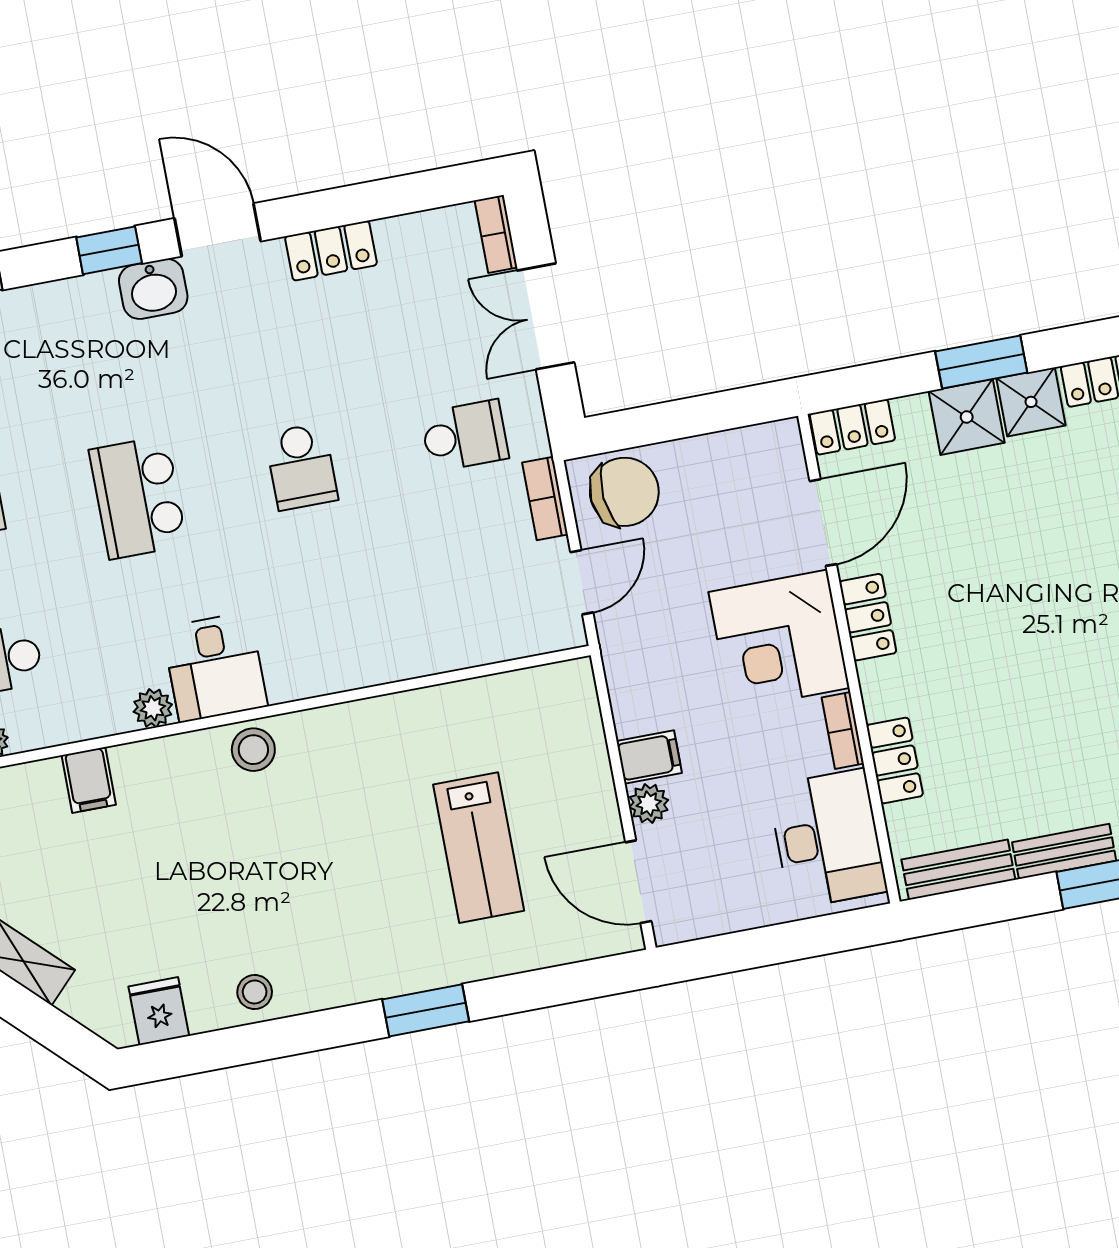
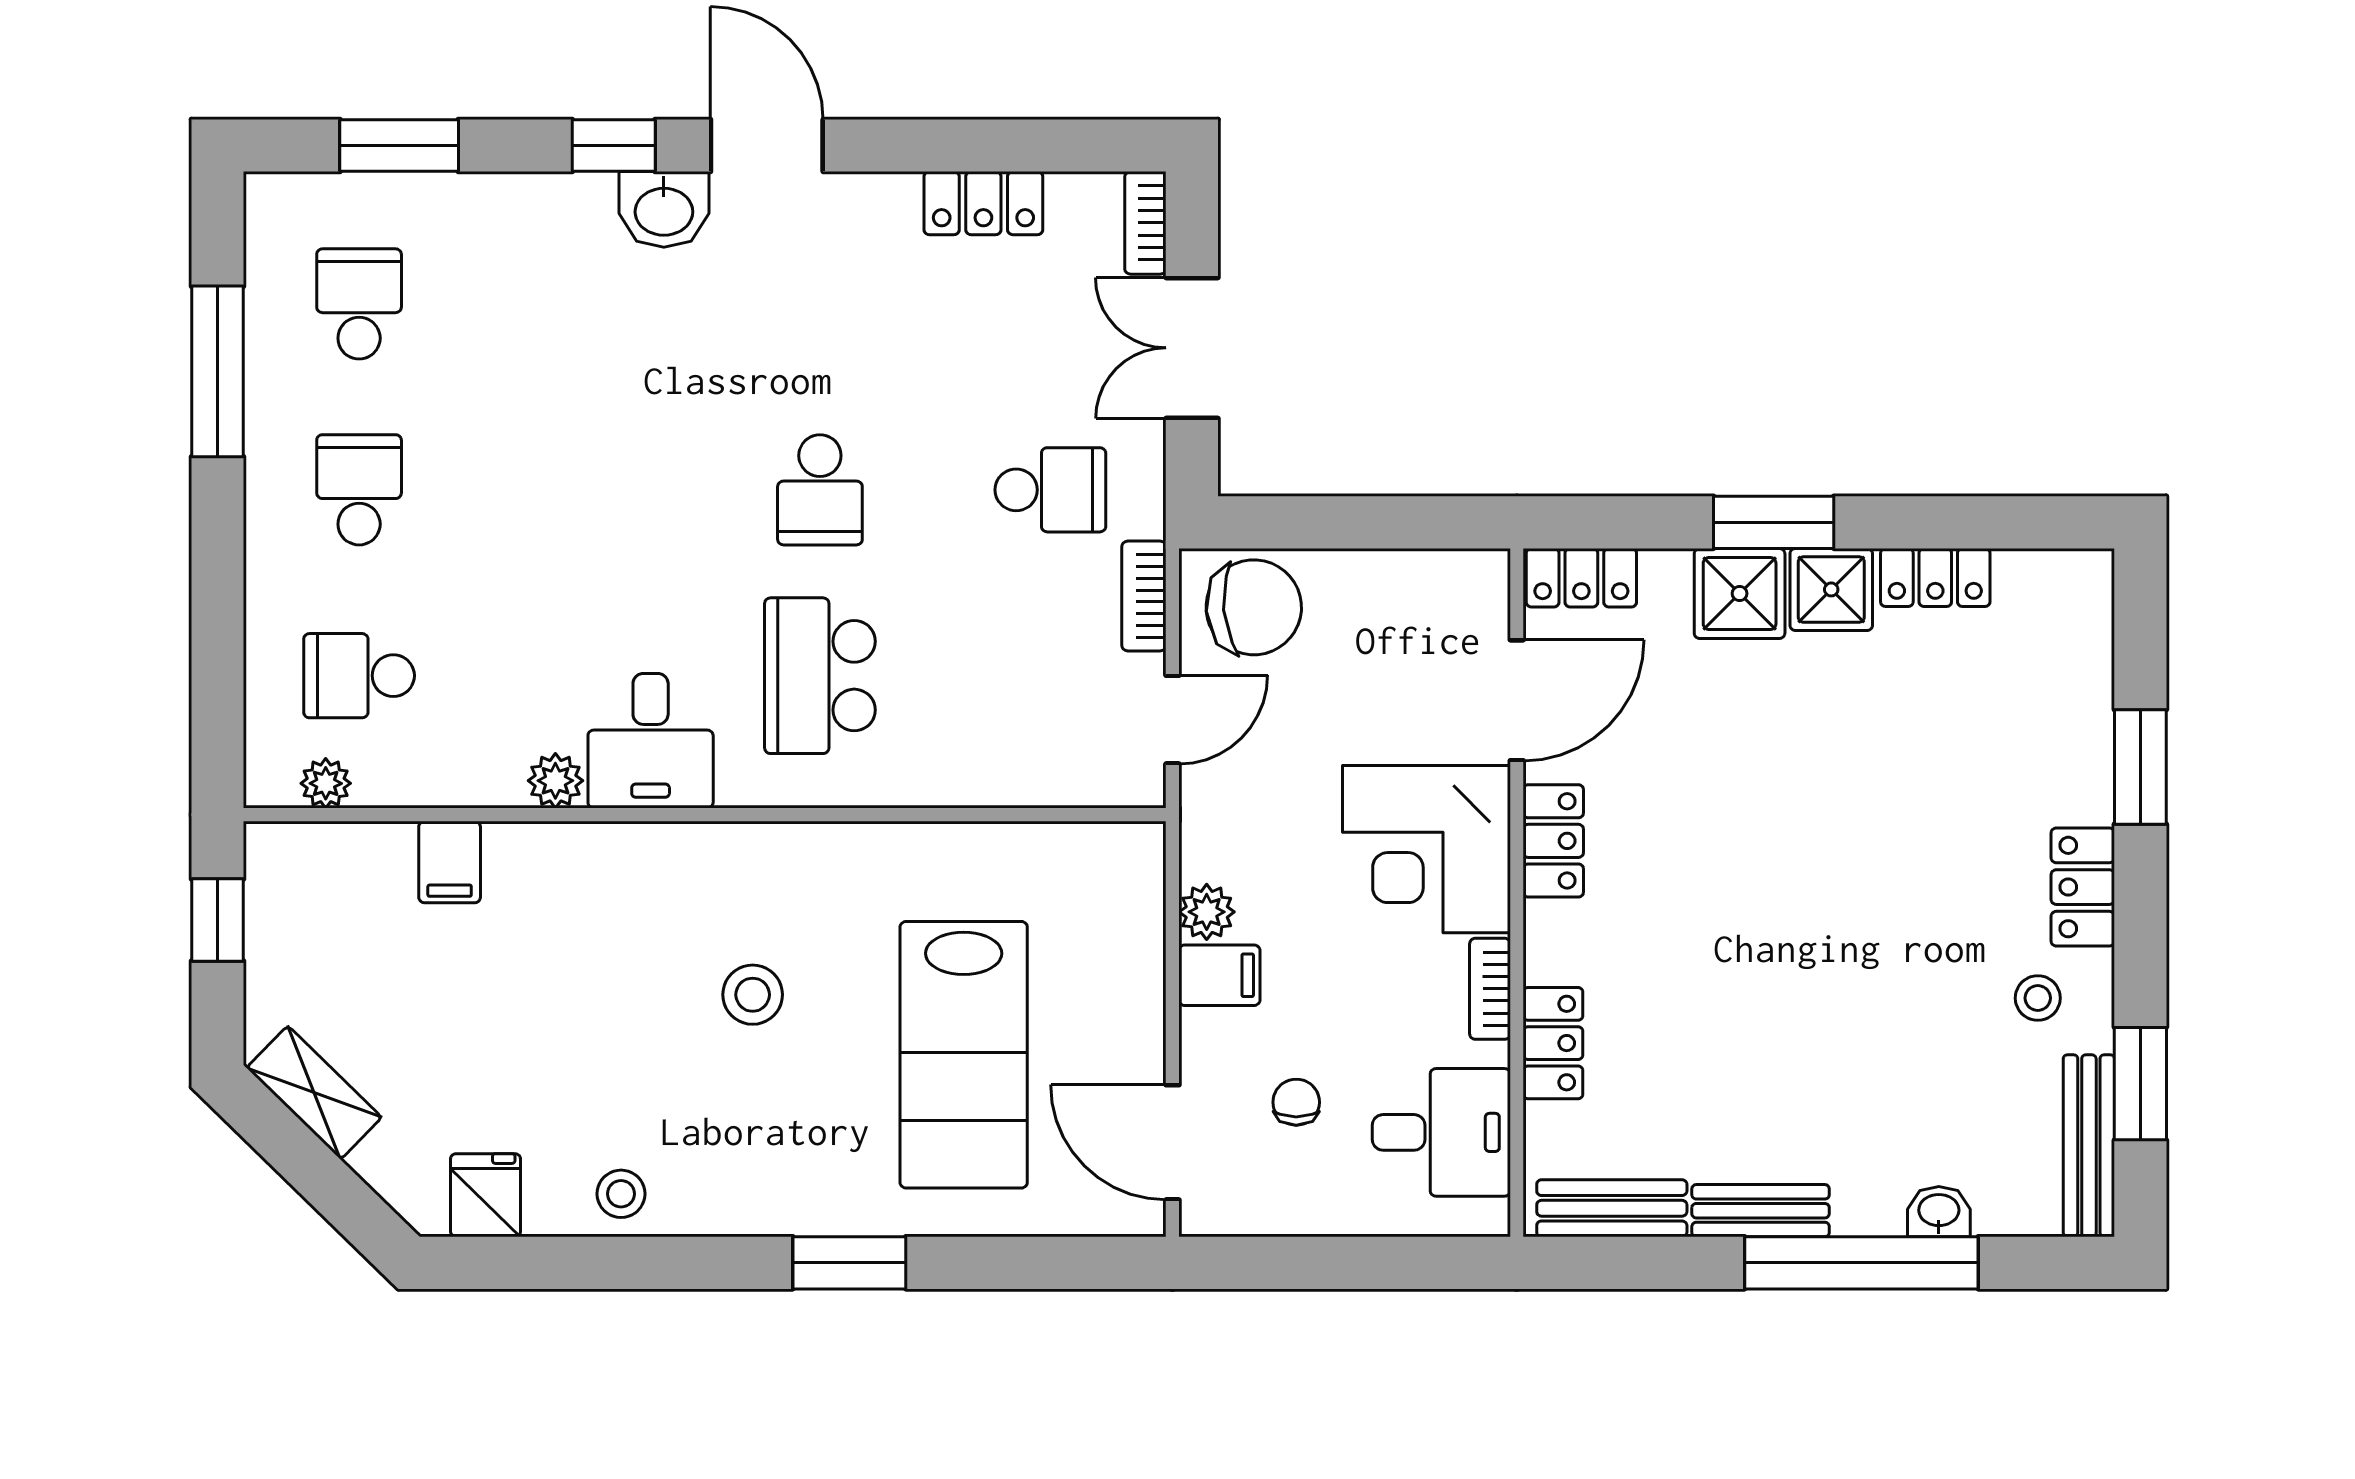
locker: (331, 251) -> (983, 203), moved
school desk: (138, 497) -> (820, 676), moved
stool: (253, 750) -> (753, 995), moved
plant: (649, 804) -> (1207, 912), moved
chair: (721, 837) -> (1296, 1102), added
desk: (827, 839) -> (1441, 1132), width x0.73
lab bench: (479, 848) -> (964, 1055), width x1.36, depth x1.39

